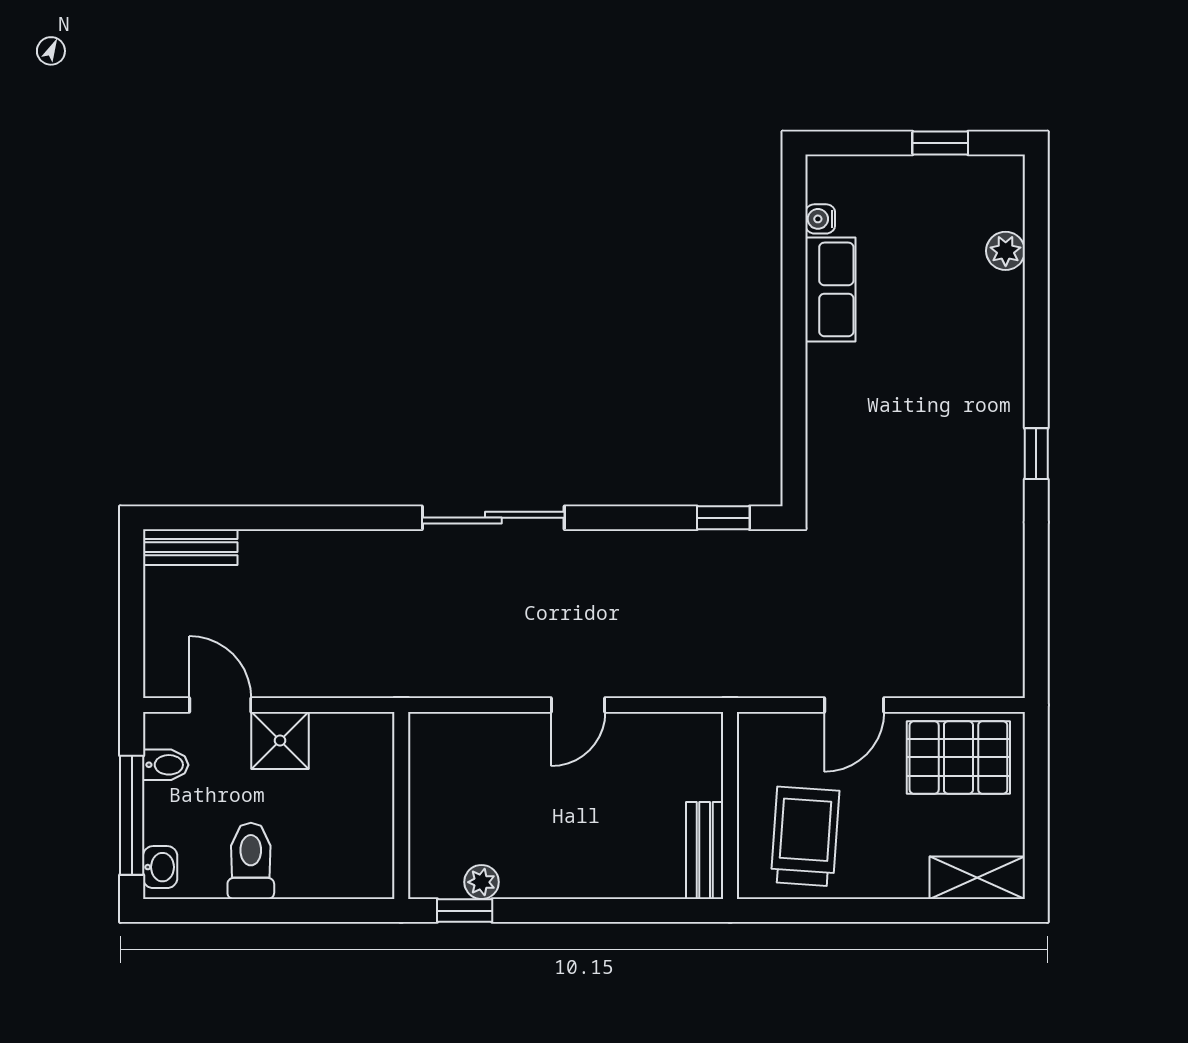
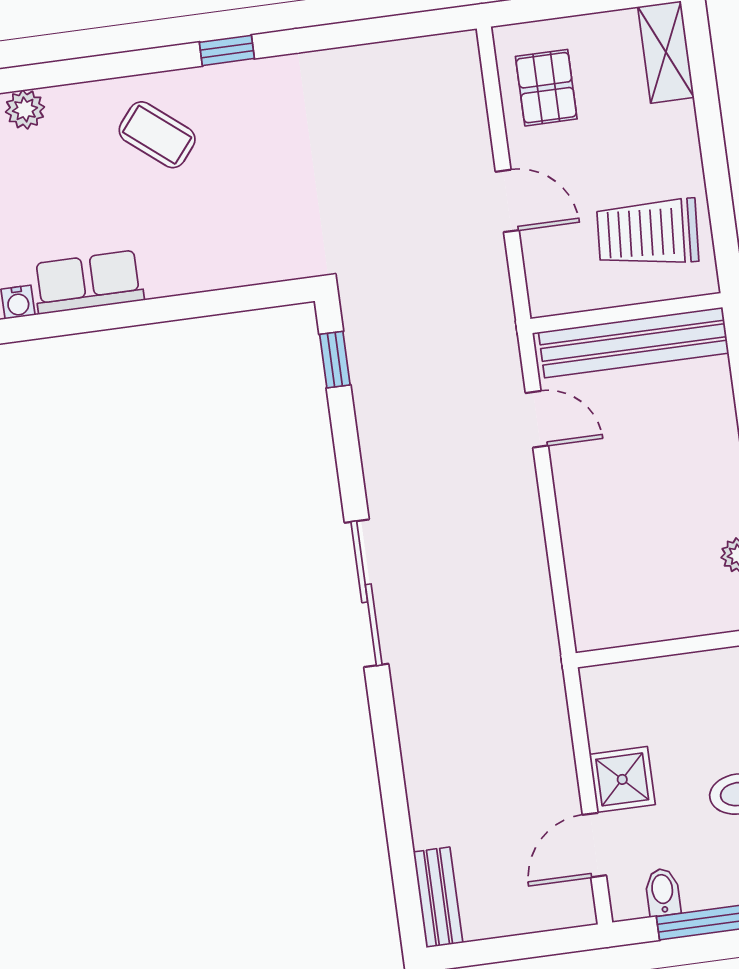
coffee table: (964, 375) -> (157, 135), added
door: (578, 705) -> (537, 419), moved
pallet: (958, 757) -> (546, 88), width x0.67, depth x0.71
bench: (705, 851) -> (634, 343), width x1.86, depth x1.21

